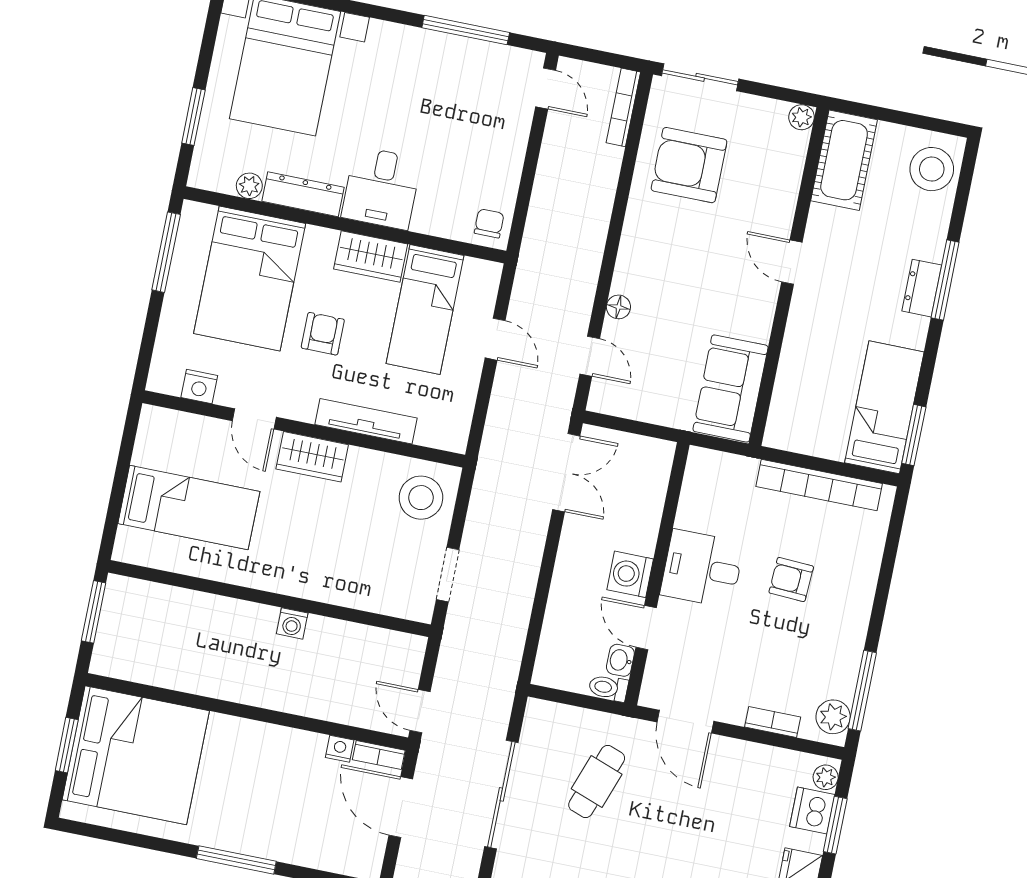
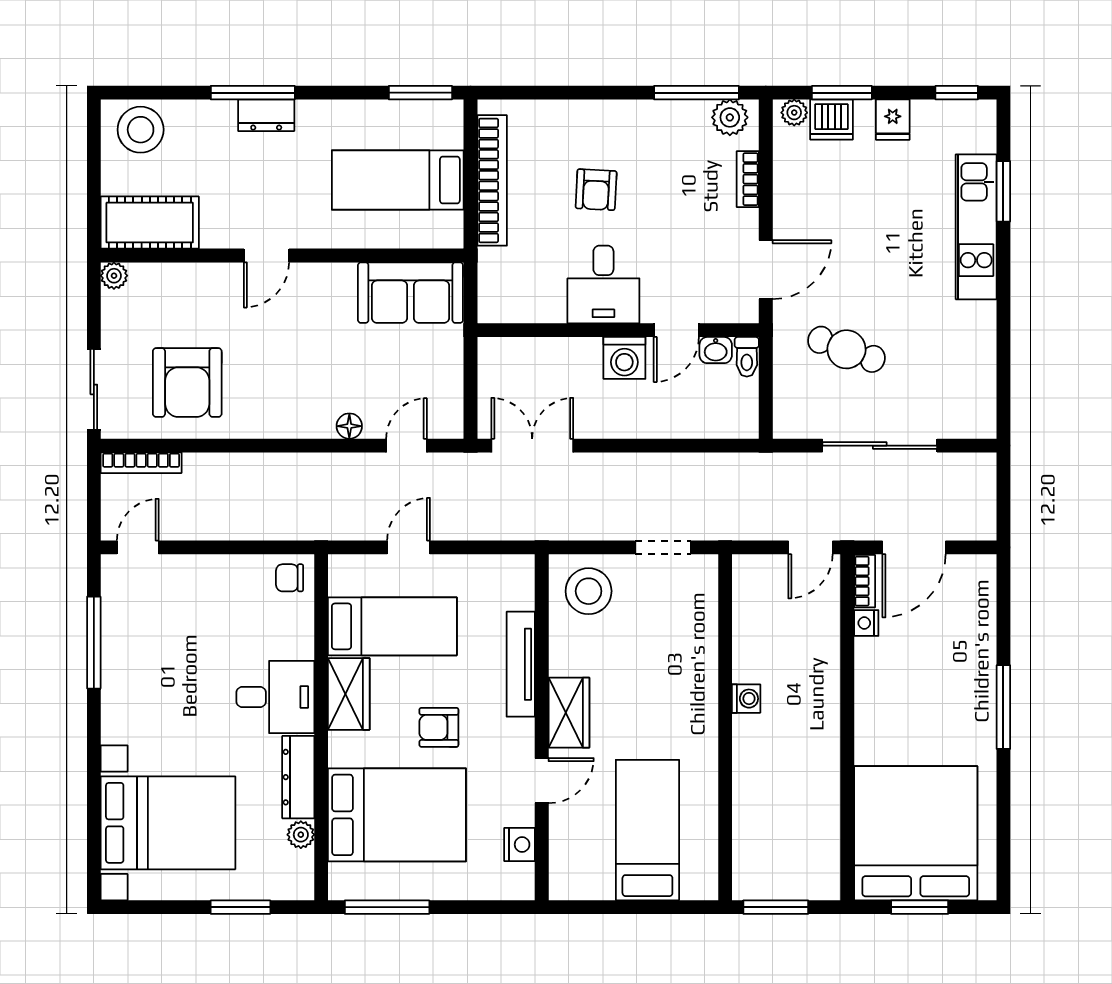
bed: (884, 407) -> (398, 180), moved

